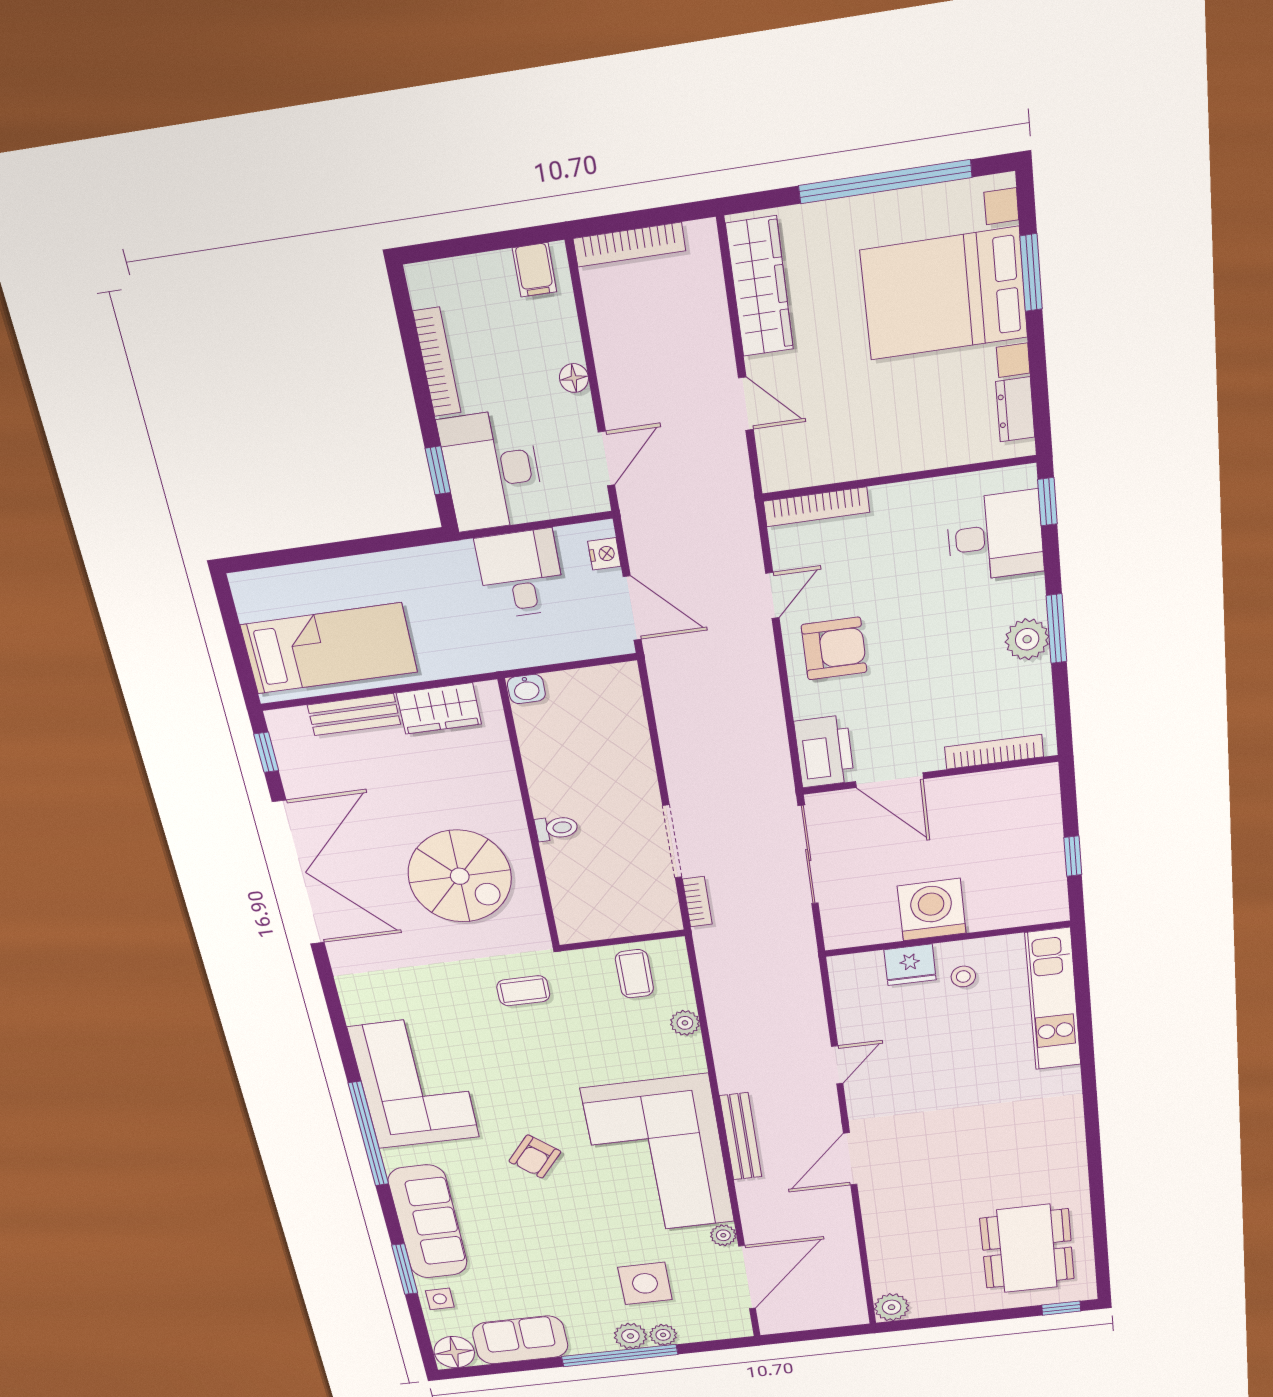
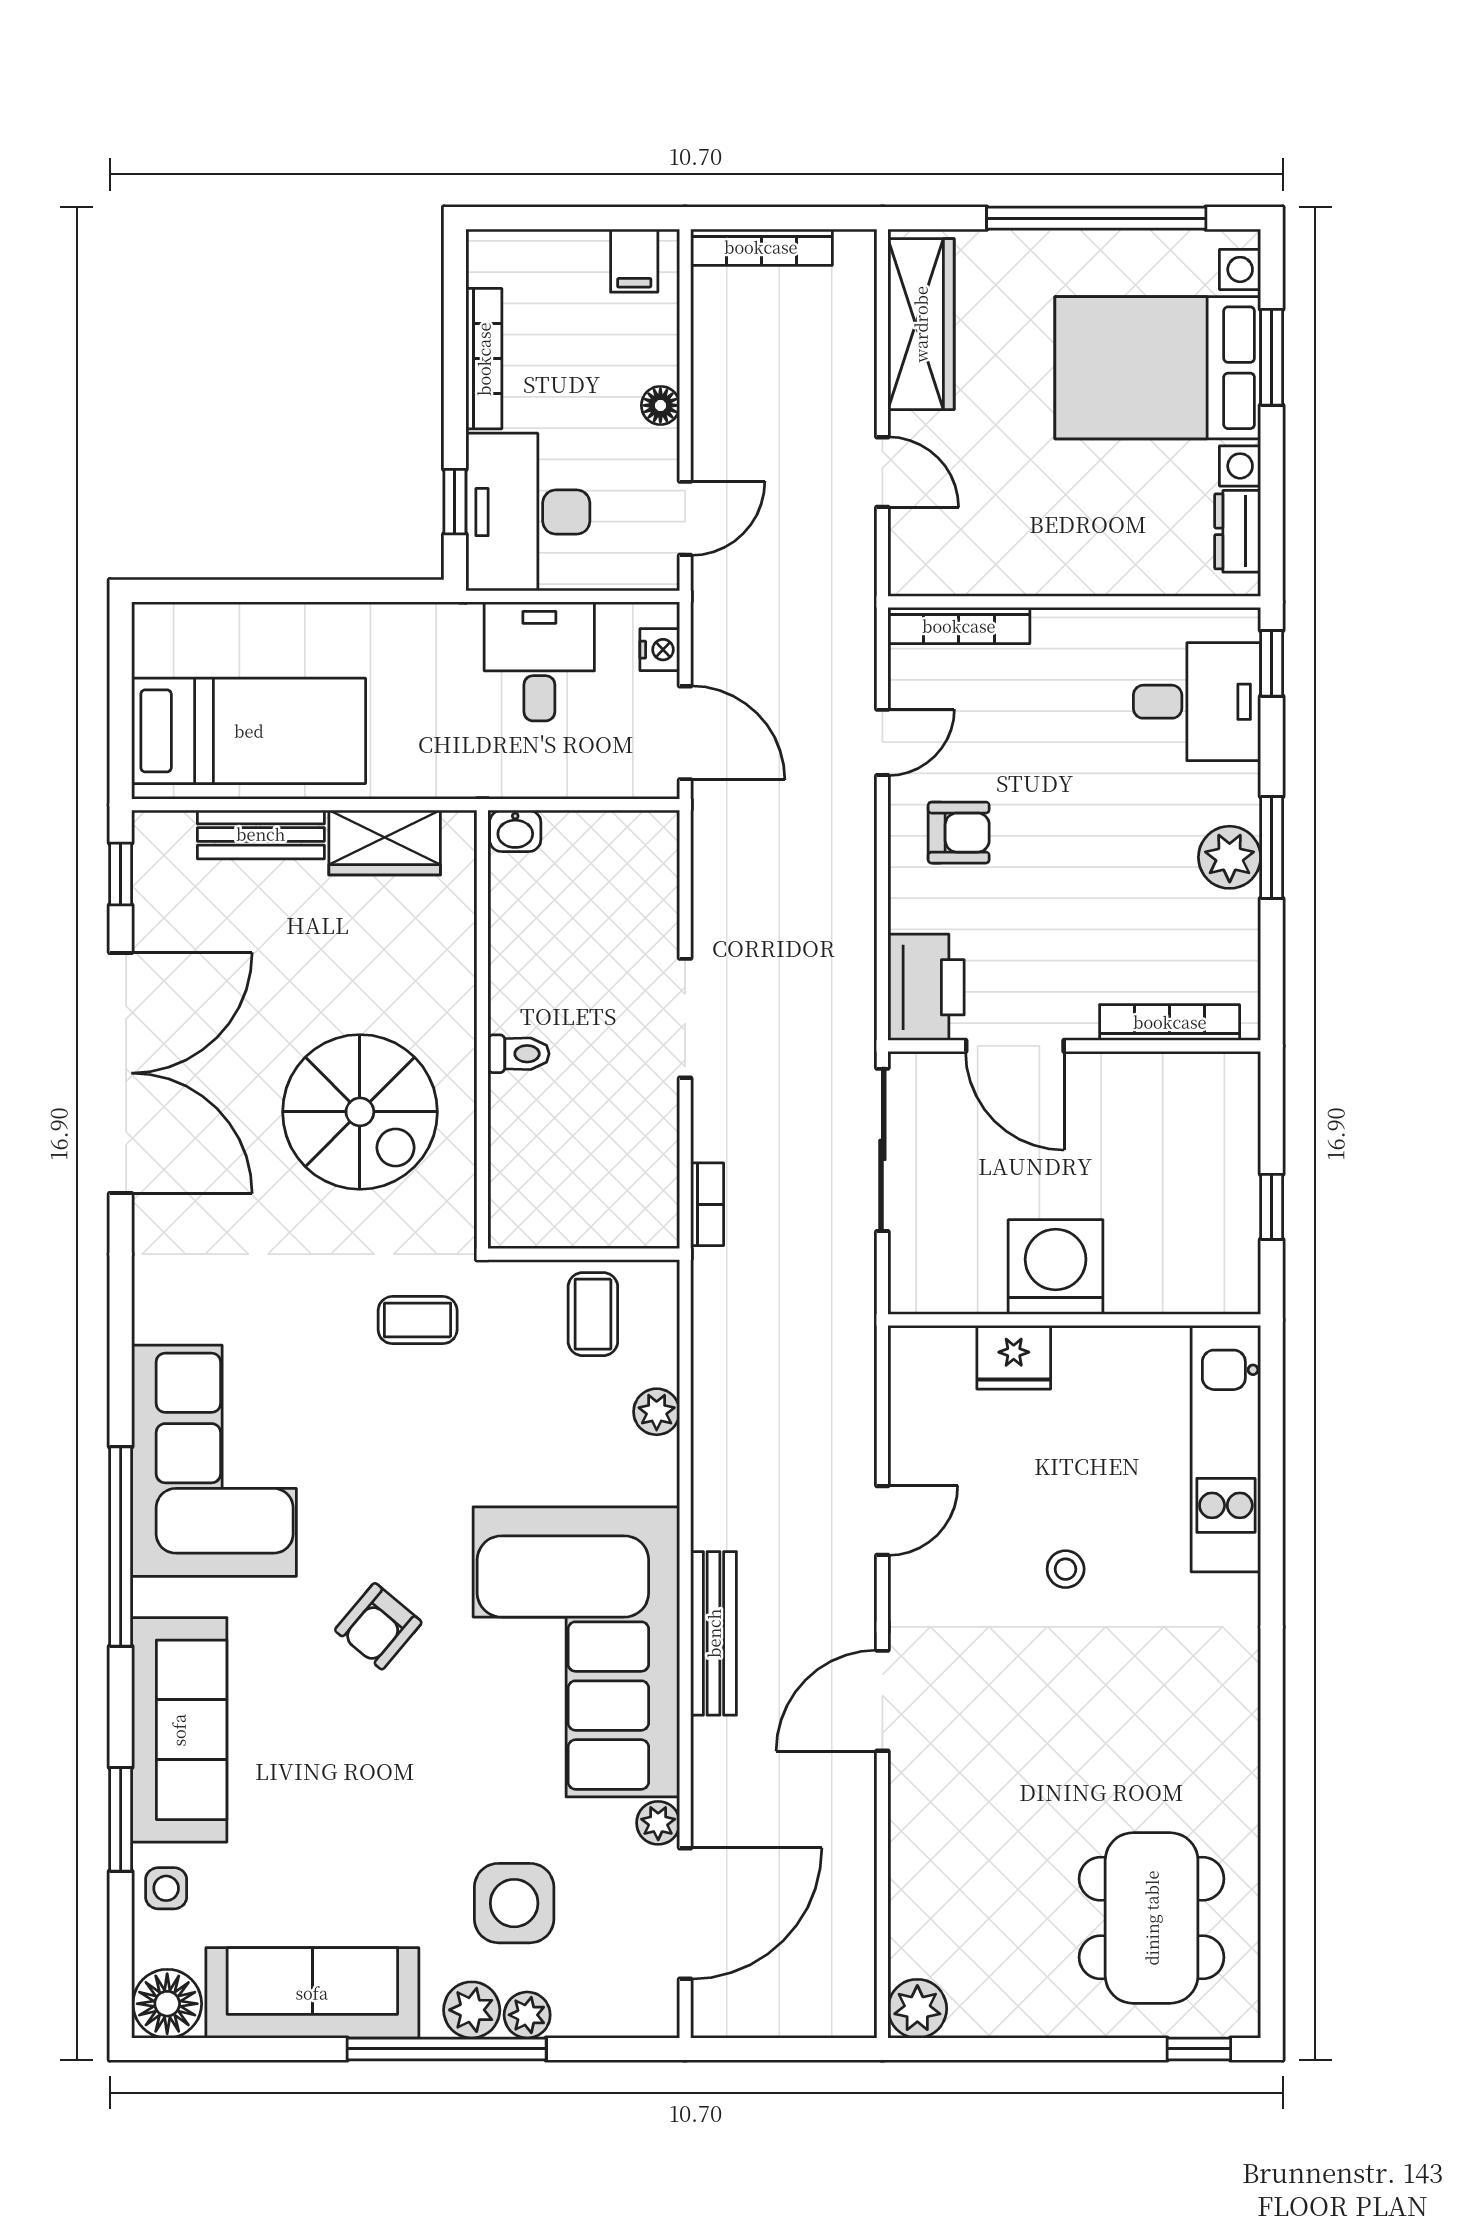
armchair: (834, 649) -> (959, 833), width x0.72, depth x0.72
doorway: (672, 842) -> (685, 1018), moved
stool: (963, 977) -> (1066, 1569), moved
sofa: (520, 1340) -> (312, 1993), width x1.36

